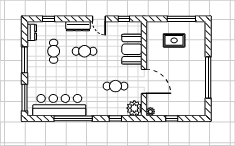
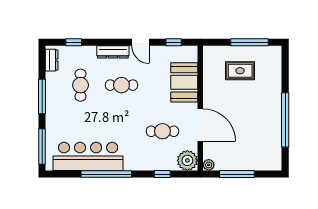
window: (172, 118) -> (237, 174), width x2.17

